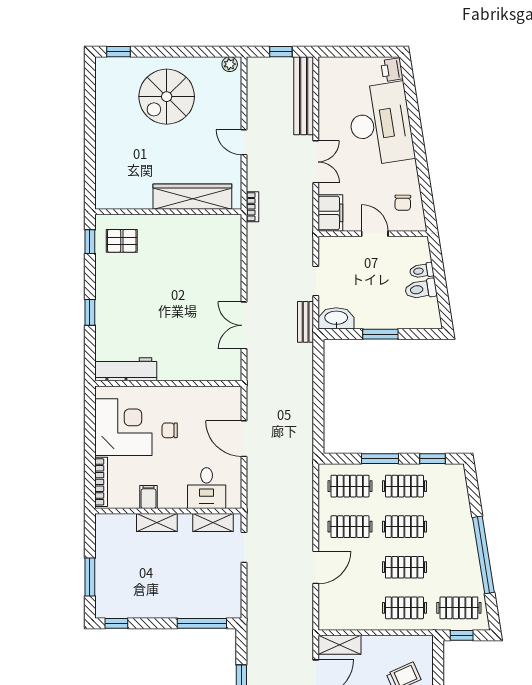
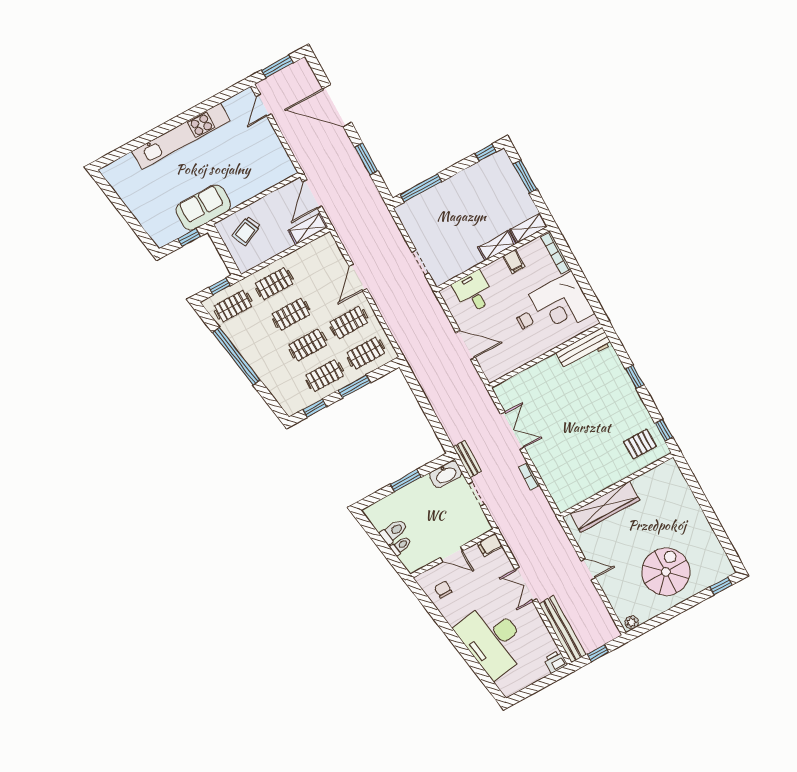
printer: (392, 70) -> (555, 662), moved, turned -81
bookcase: (252, 207) -> (529, 476), moved
filing cabinet: (330, 213) -> (490, 545), width x0.50
shelving: (213, 522) -> (529, 228), moved

